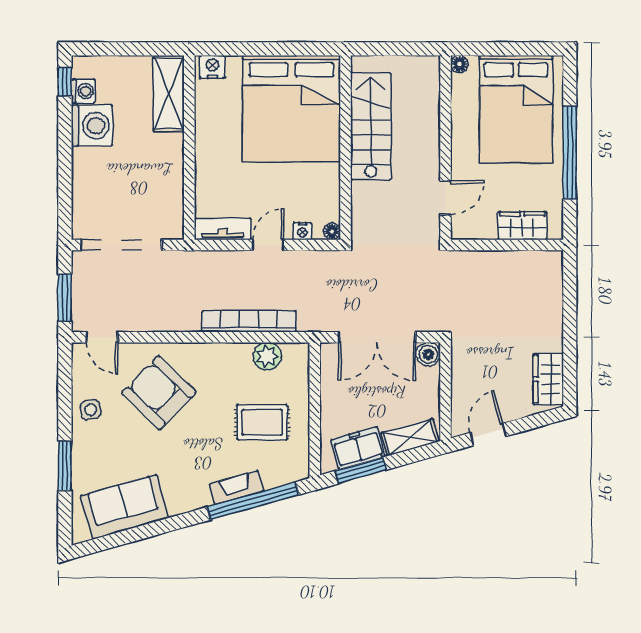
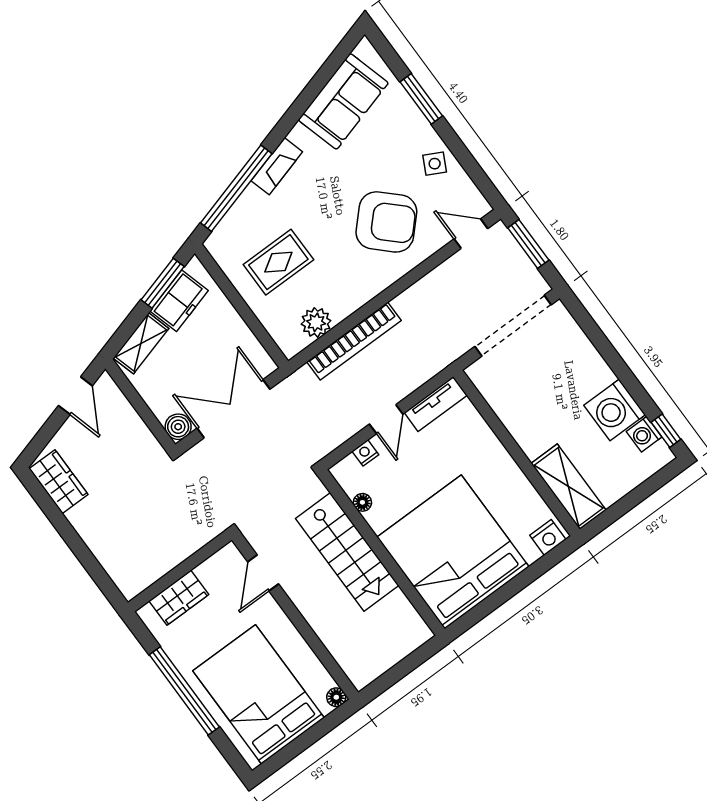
stairs: (371, 126) -> (347, 552), moved
floor lamp: (332, 231) -> (362, 502), moved
side table: (91, 410) -> (435, 164), turned 36
fireplace: (236, 488) -> (277, 166), moved

